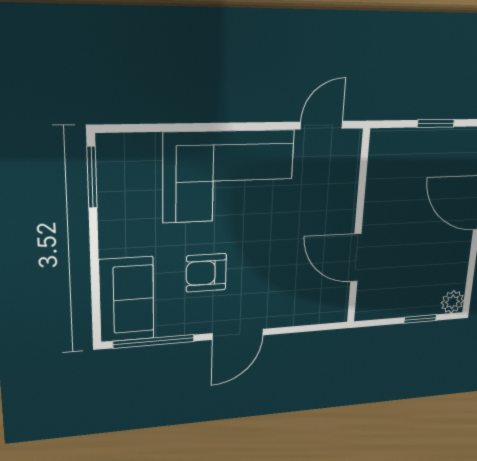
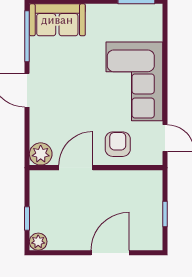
armchair: (206, 273) -> (118, 144), moved
plant: (332, 308) -> (41, 154), added

